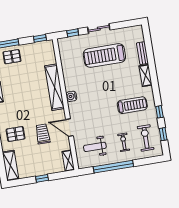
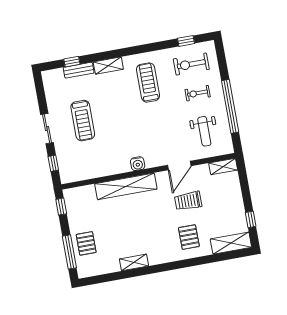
treadmill: (104, 56) -> (83, 121), width x0.73, depth x0.73
window: (159, 112) -> (72, 62), moved
window: (42, 178) -> (251, 219), moved

